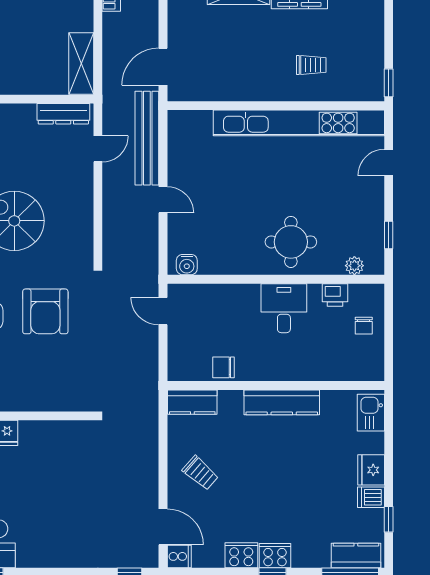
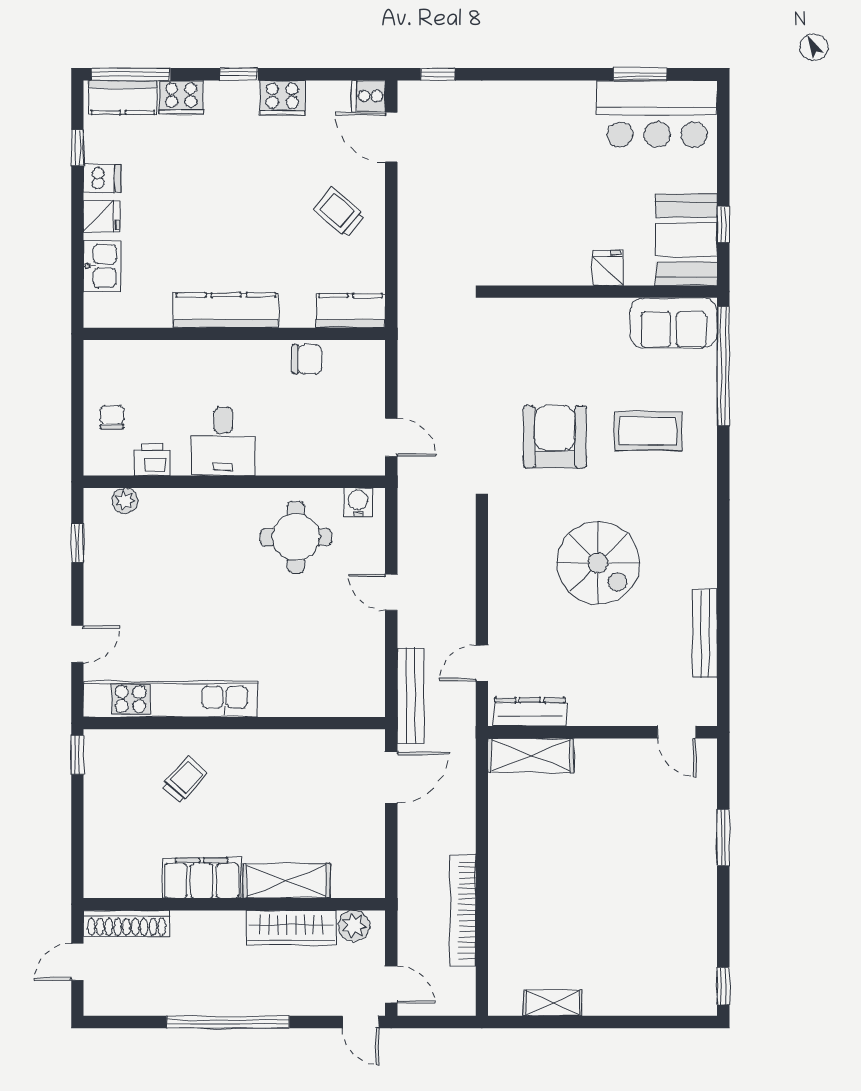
shelving: (81, 64) -> (531, 755), moved, turned 90
trolley: (311, 65) -> (185, 780), turned 132
kitchen unit: (299, 123) -> (171, 699), width x0.73
bench: (147, 138) -> (411, 696), width x0.73, depth x0.82
round table: (291, 242) -> (296, 537), moved
kitchen sink: (371, 413) -> (102, 266), moved
fridge: (371, 470) -> (102, 216), width x0.72
cooker: (275, 556) -> (181, 97), moved

